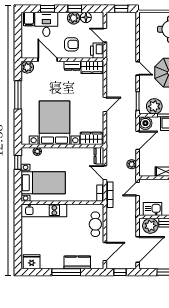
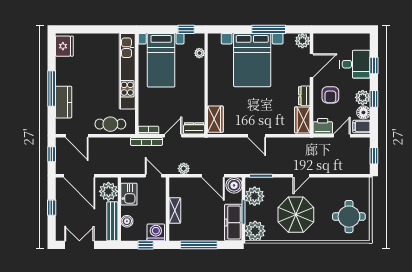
filing cabinet: (29, 19) -> (361, 127), moved
bed with nightstands: (54, 123) -> (252, 60), moved, turned 90
kitchen unit: (44, 210) -> (127, 71), width x1.36

